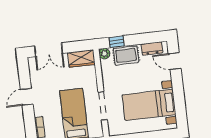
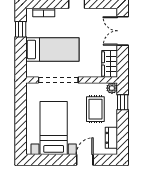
rug: (126, 55) -> (95, 109), moved
door: (175, 61) -> (85, 160), moved
doorway: (103, 106) -> (58, 80), width x1.36

